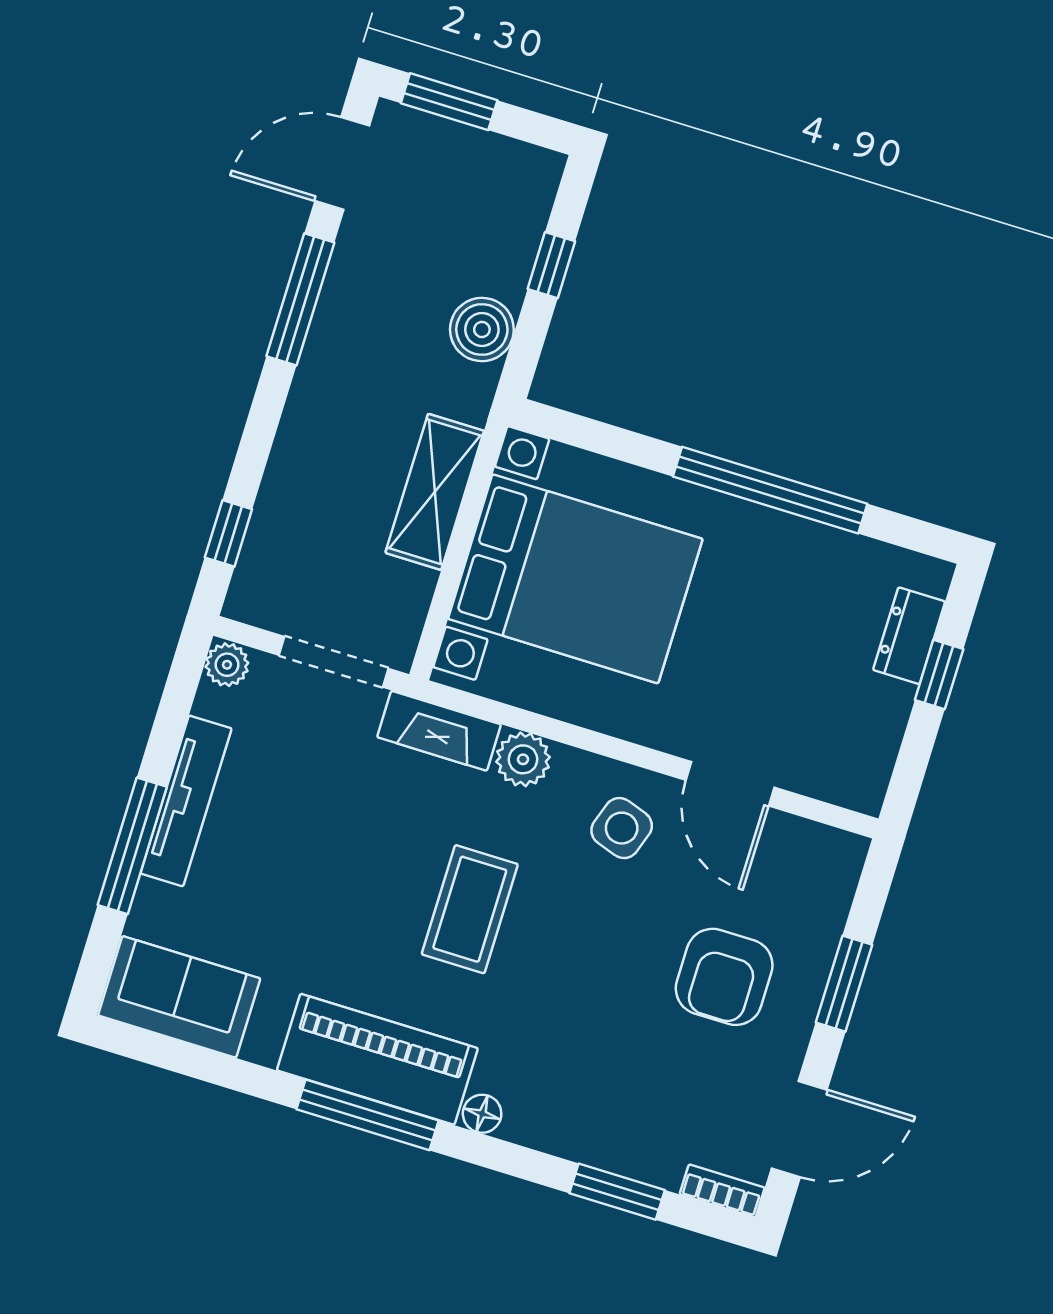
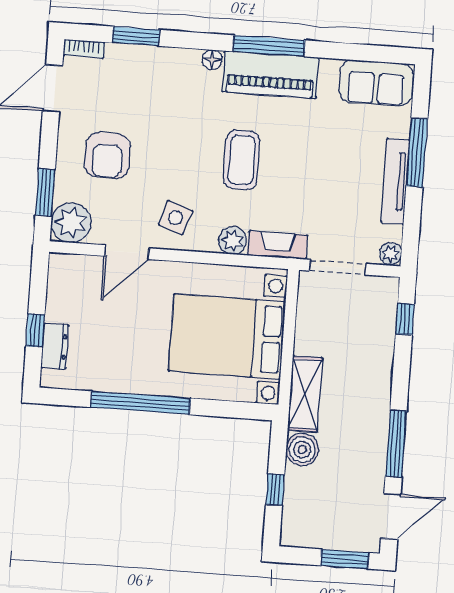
shelving: (435, 492) -> (305, 394), moved
door: (730, 784) -> (127, 252), swing flipped
plant: (823, 864) -> (71, 223), added
armchair: (724, 977) -> (107, 155), turned 180
window: (844, 984) -> (45, 192), moved

